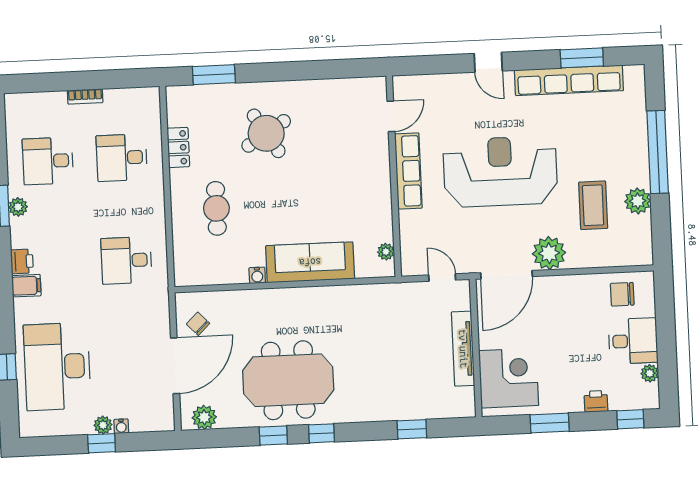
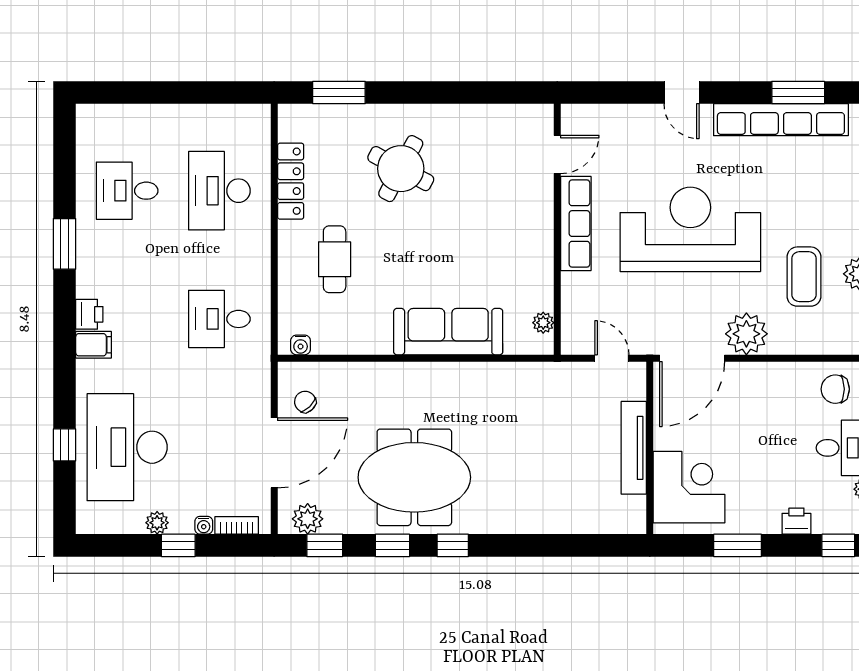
bookcase: (85, 96) -> (237, 525), moved, turned 180
round table: (266, 133) -> (401, 169), turned -30
locker: (178, 147) -> (291, 181), width x1.53
desk: (122, 158) -> (219, 191), width x1.37
plant: (18, 207) -> (88, 246), removed
water cooler: (257, 275) -> (301, 345), moved
plant: (103, 425) -> (157, 523), moved
window: (412, 429) -> (325, 545), moved

